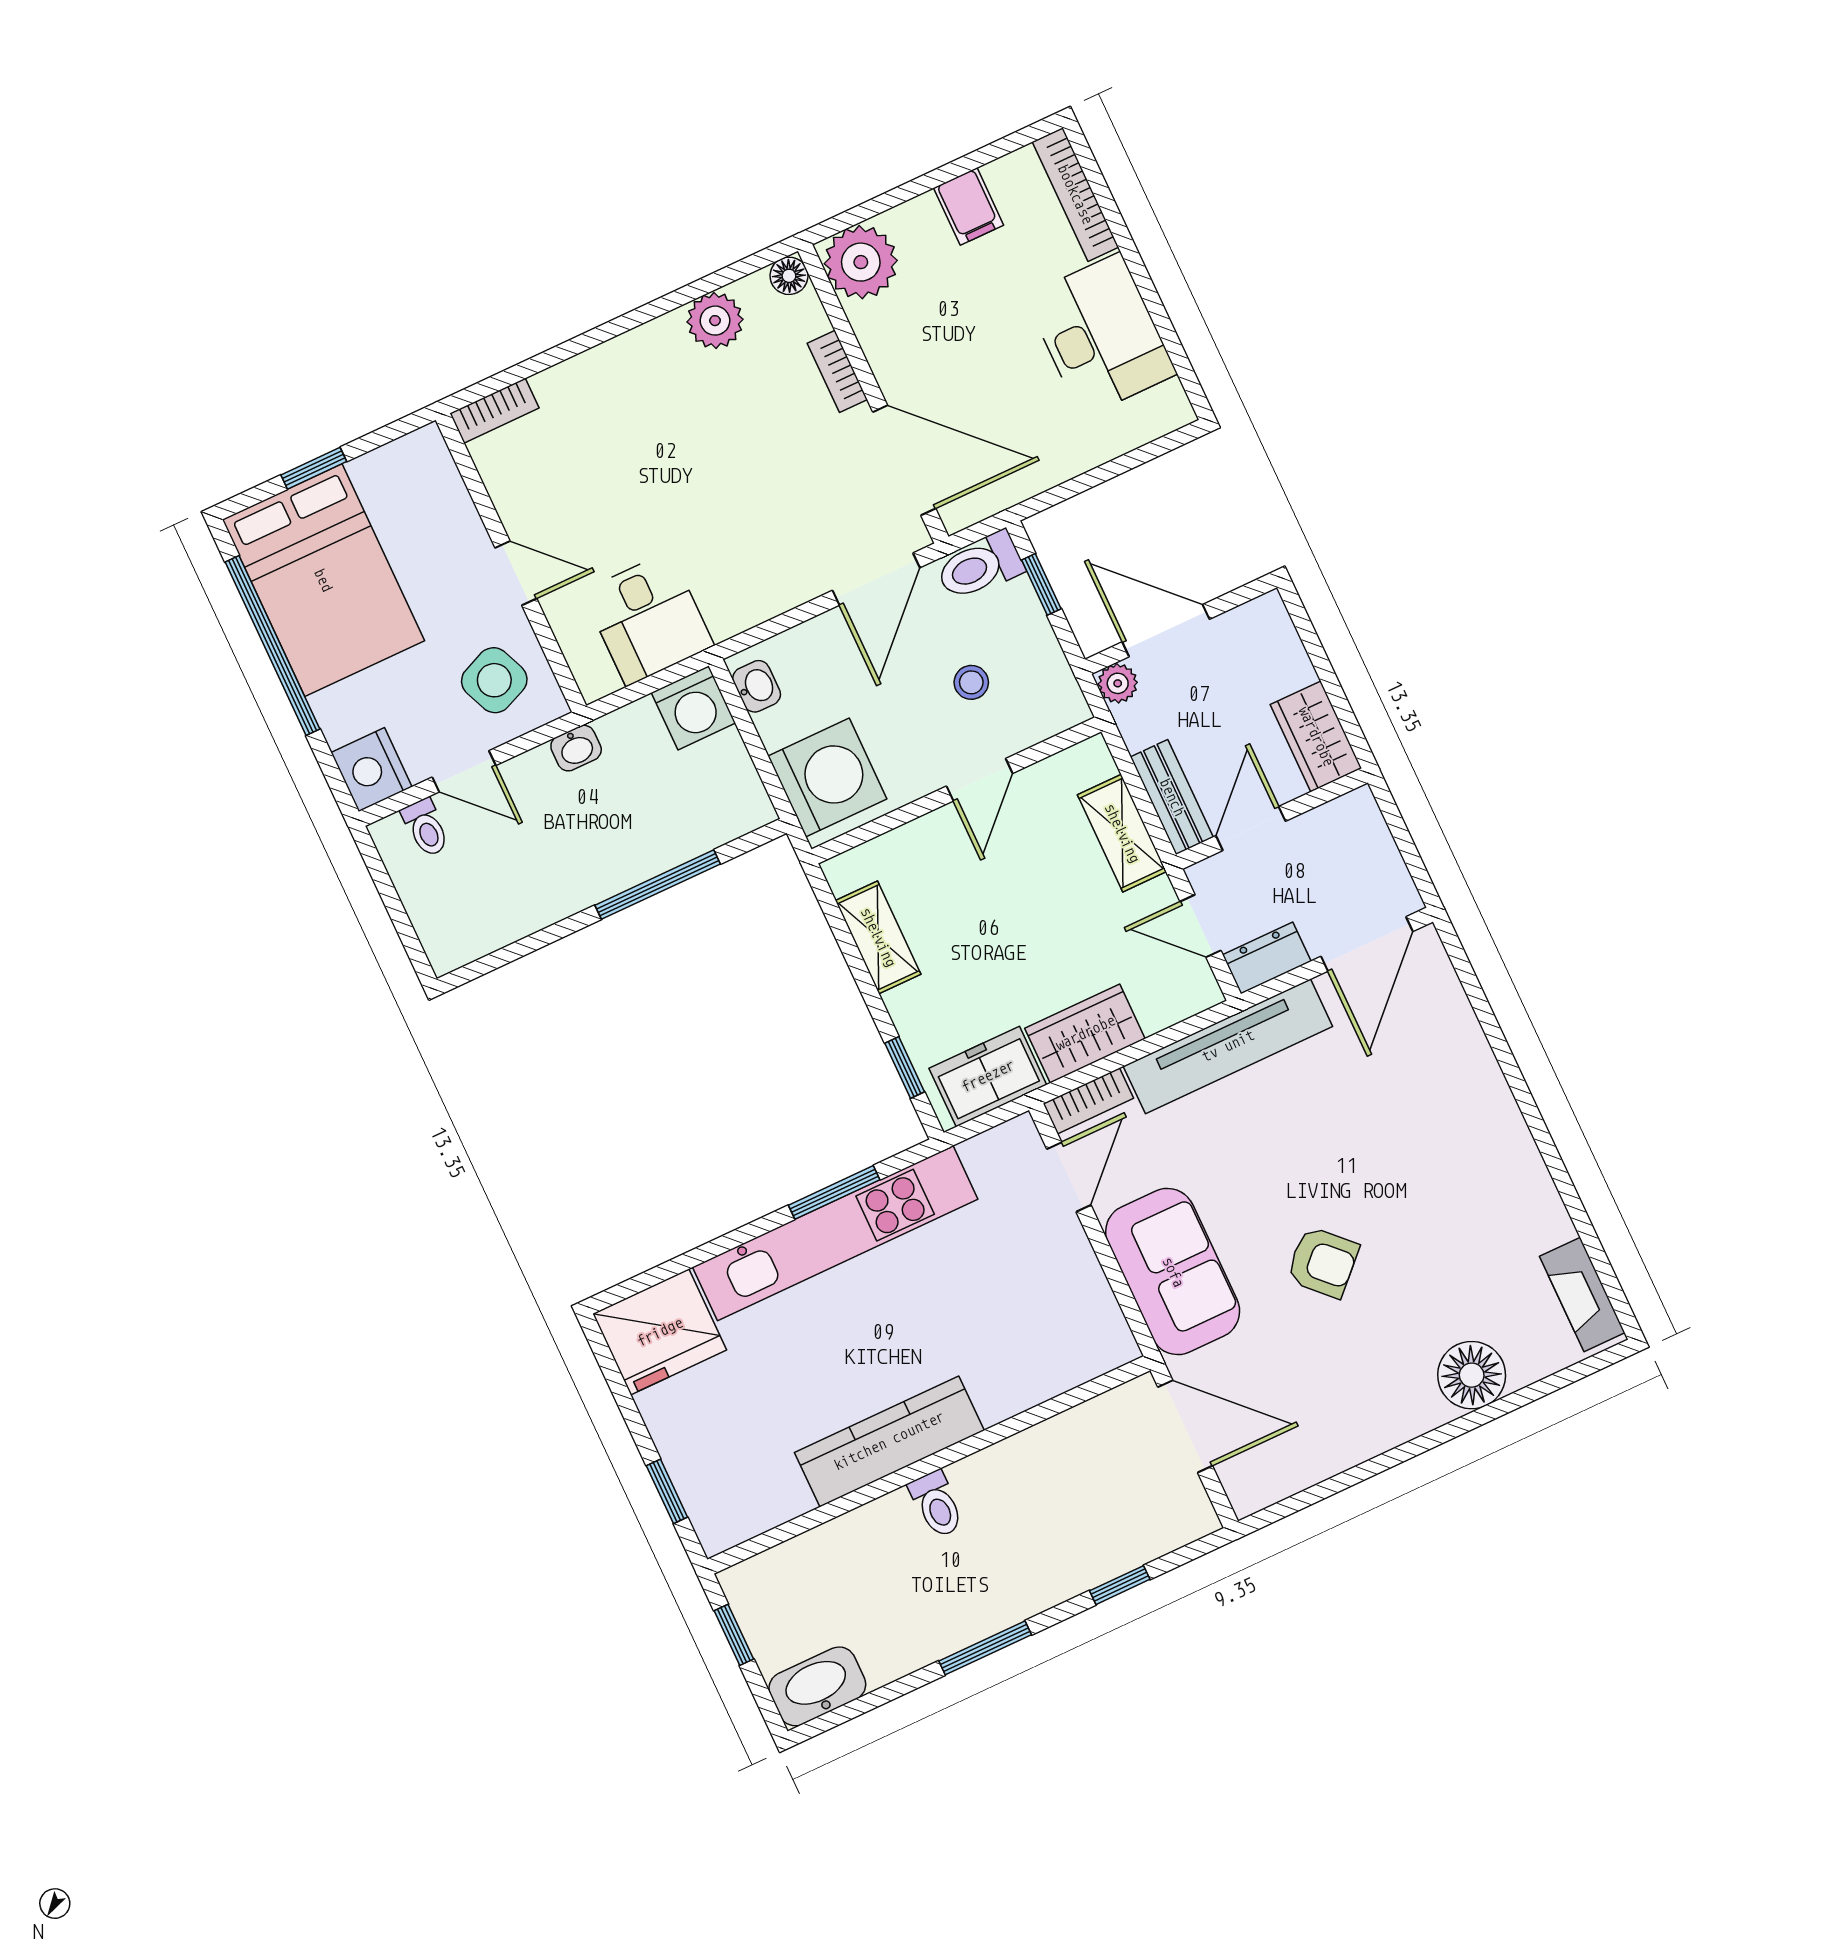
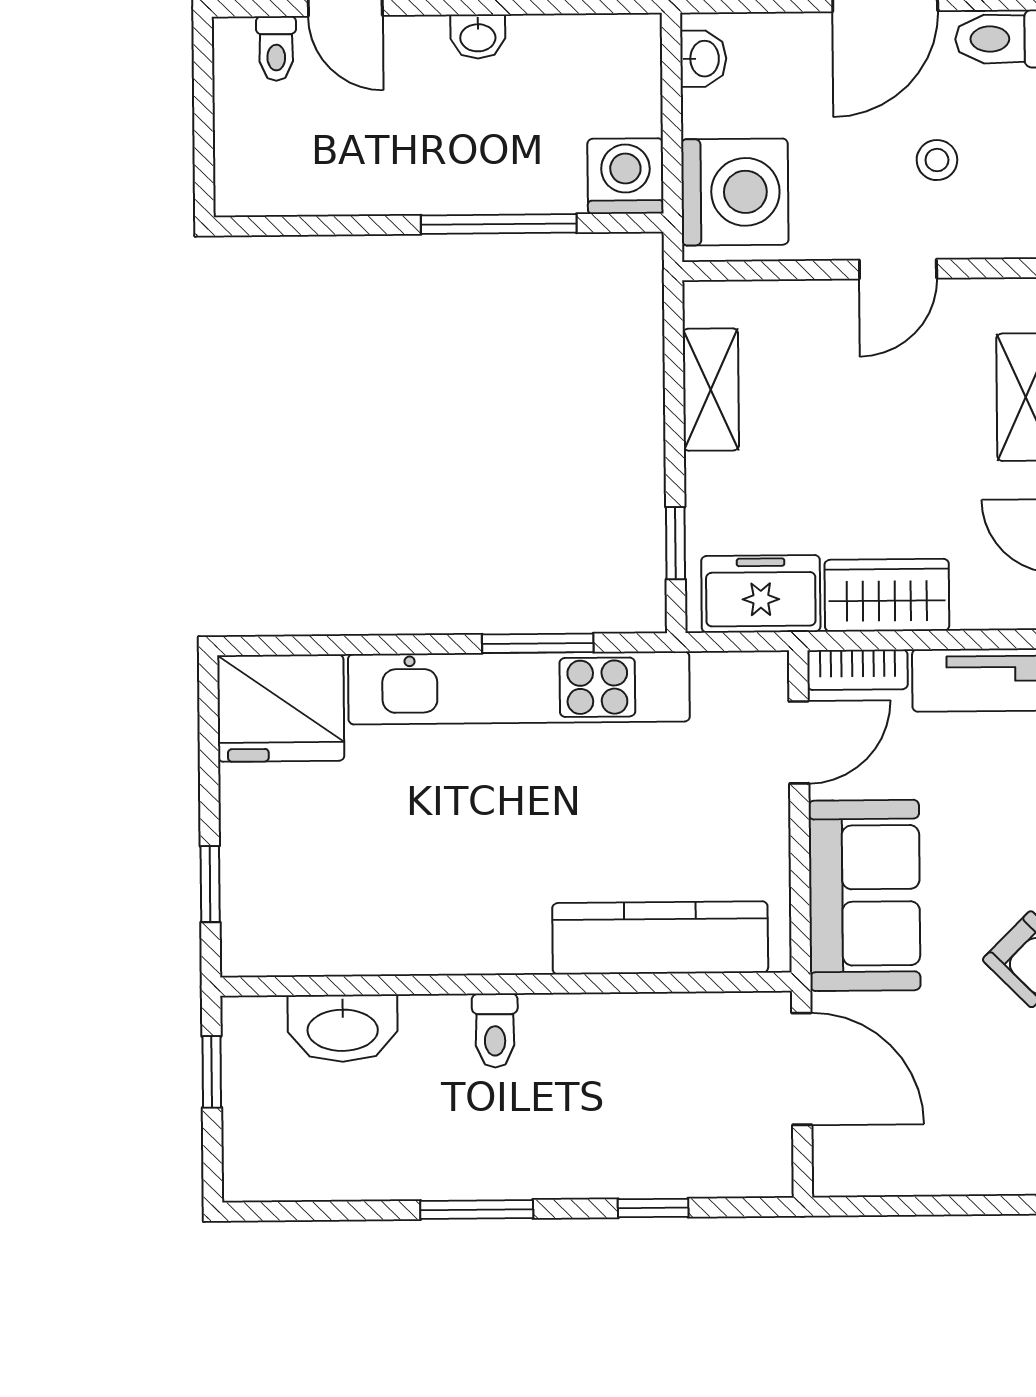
washing machine: (693, 708) -> (625, 176), moved, turned 180
kitchen counter: (889, 1441) -> (660, 938), moved
washbasin: (817, 1686) -> (343, 1028), moved, turned 180

